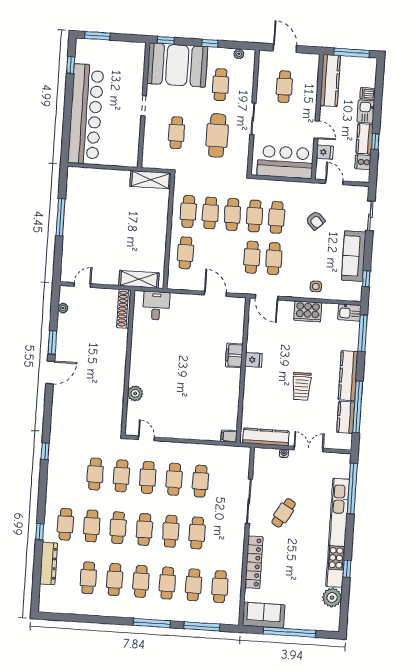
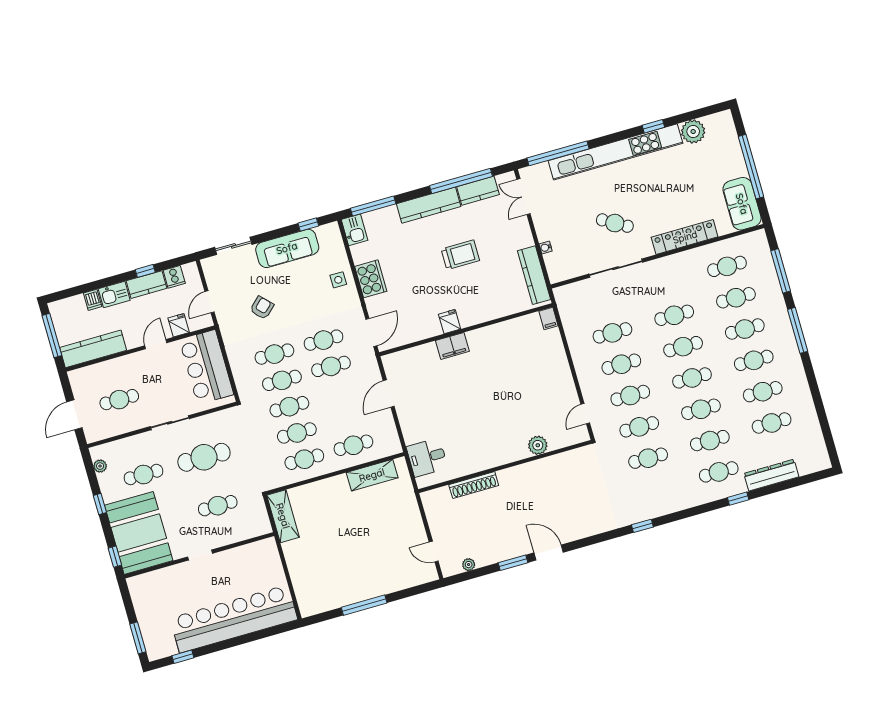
shelving: (139, 279) -> (372, 475), moved, turned 90
shoe rack: (124, 309) -> (474, 485), moved
double door: (308, 449) -> (523, 197), moved

